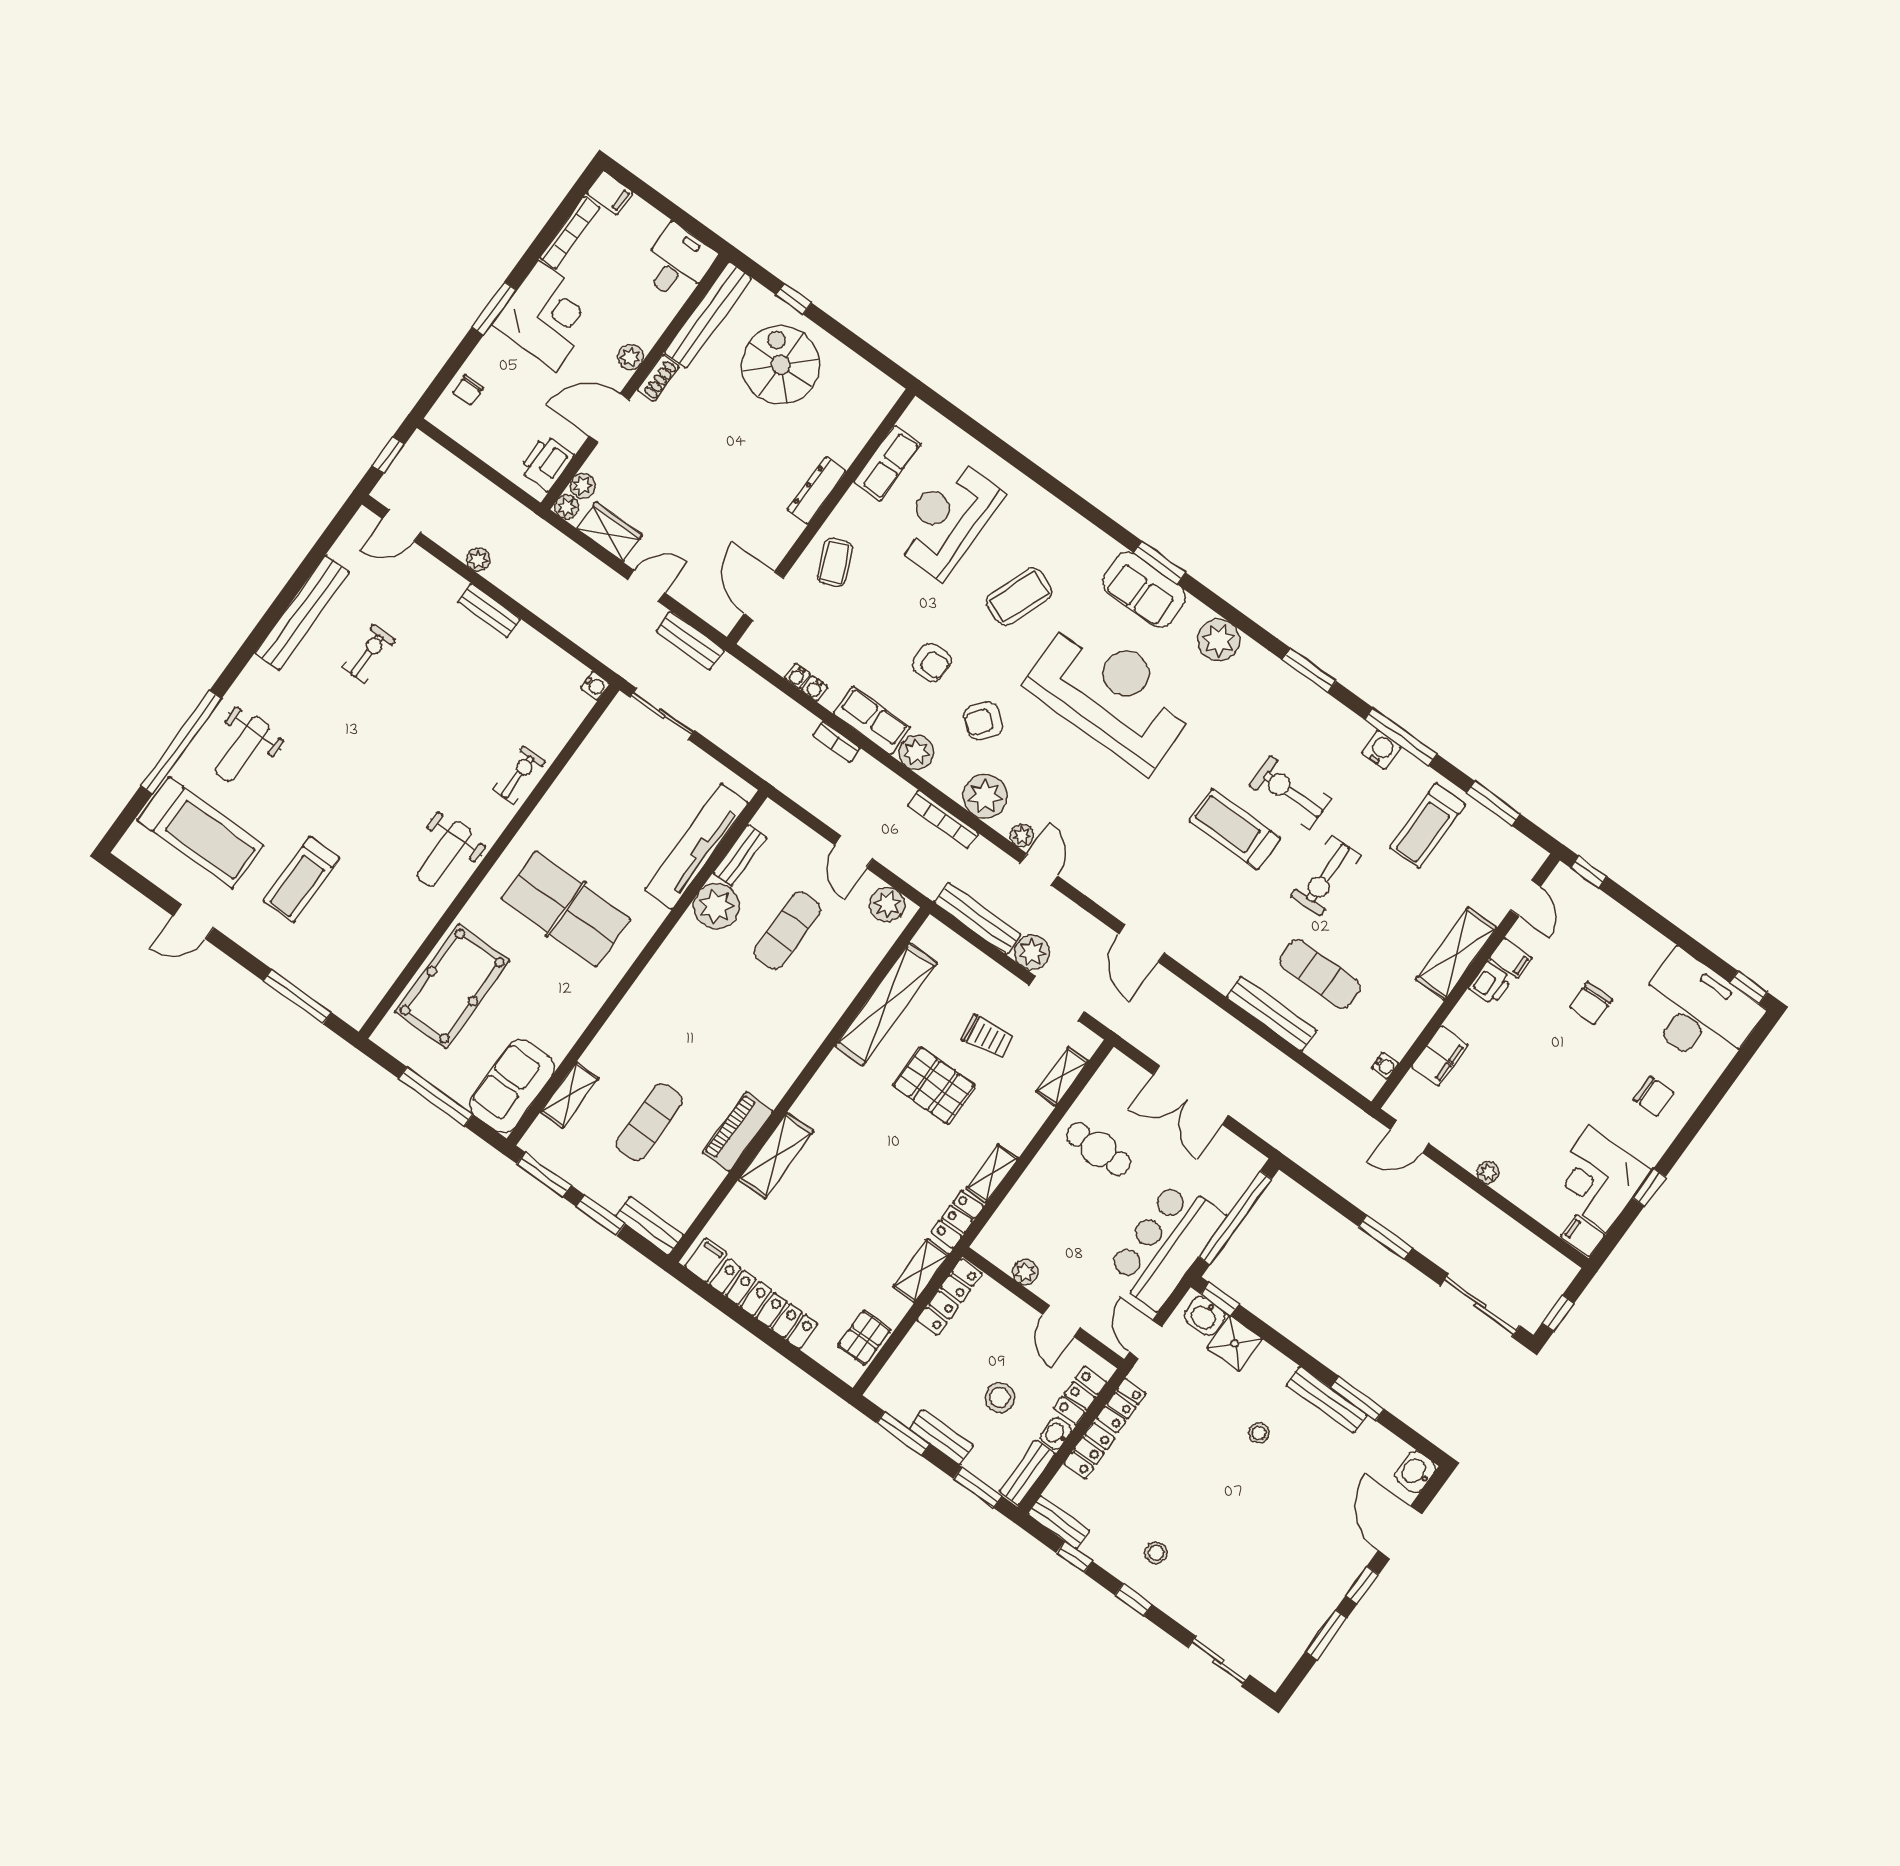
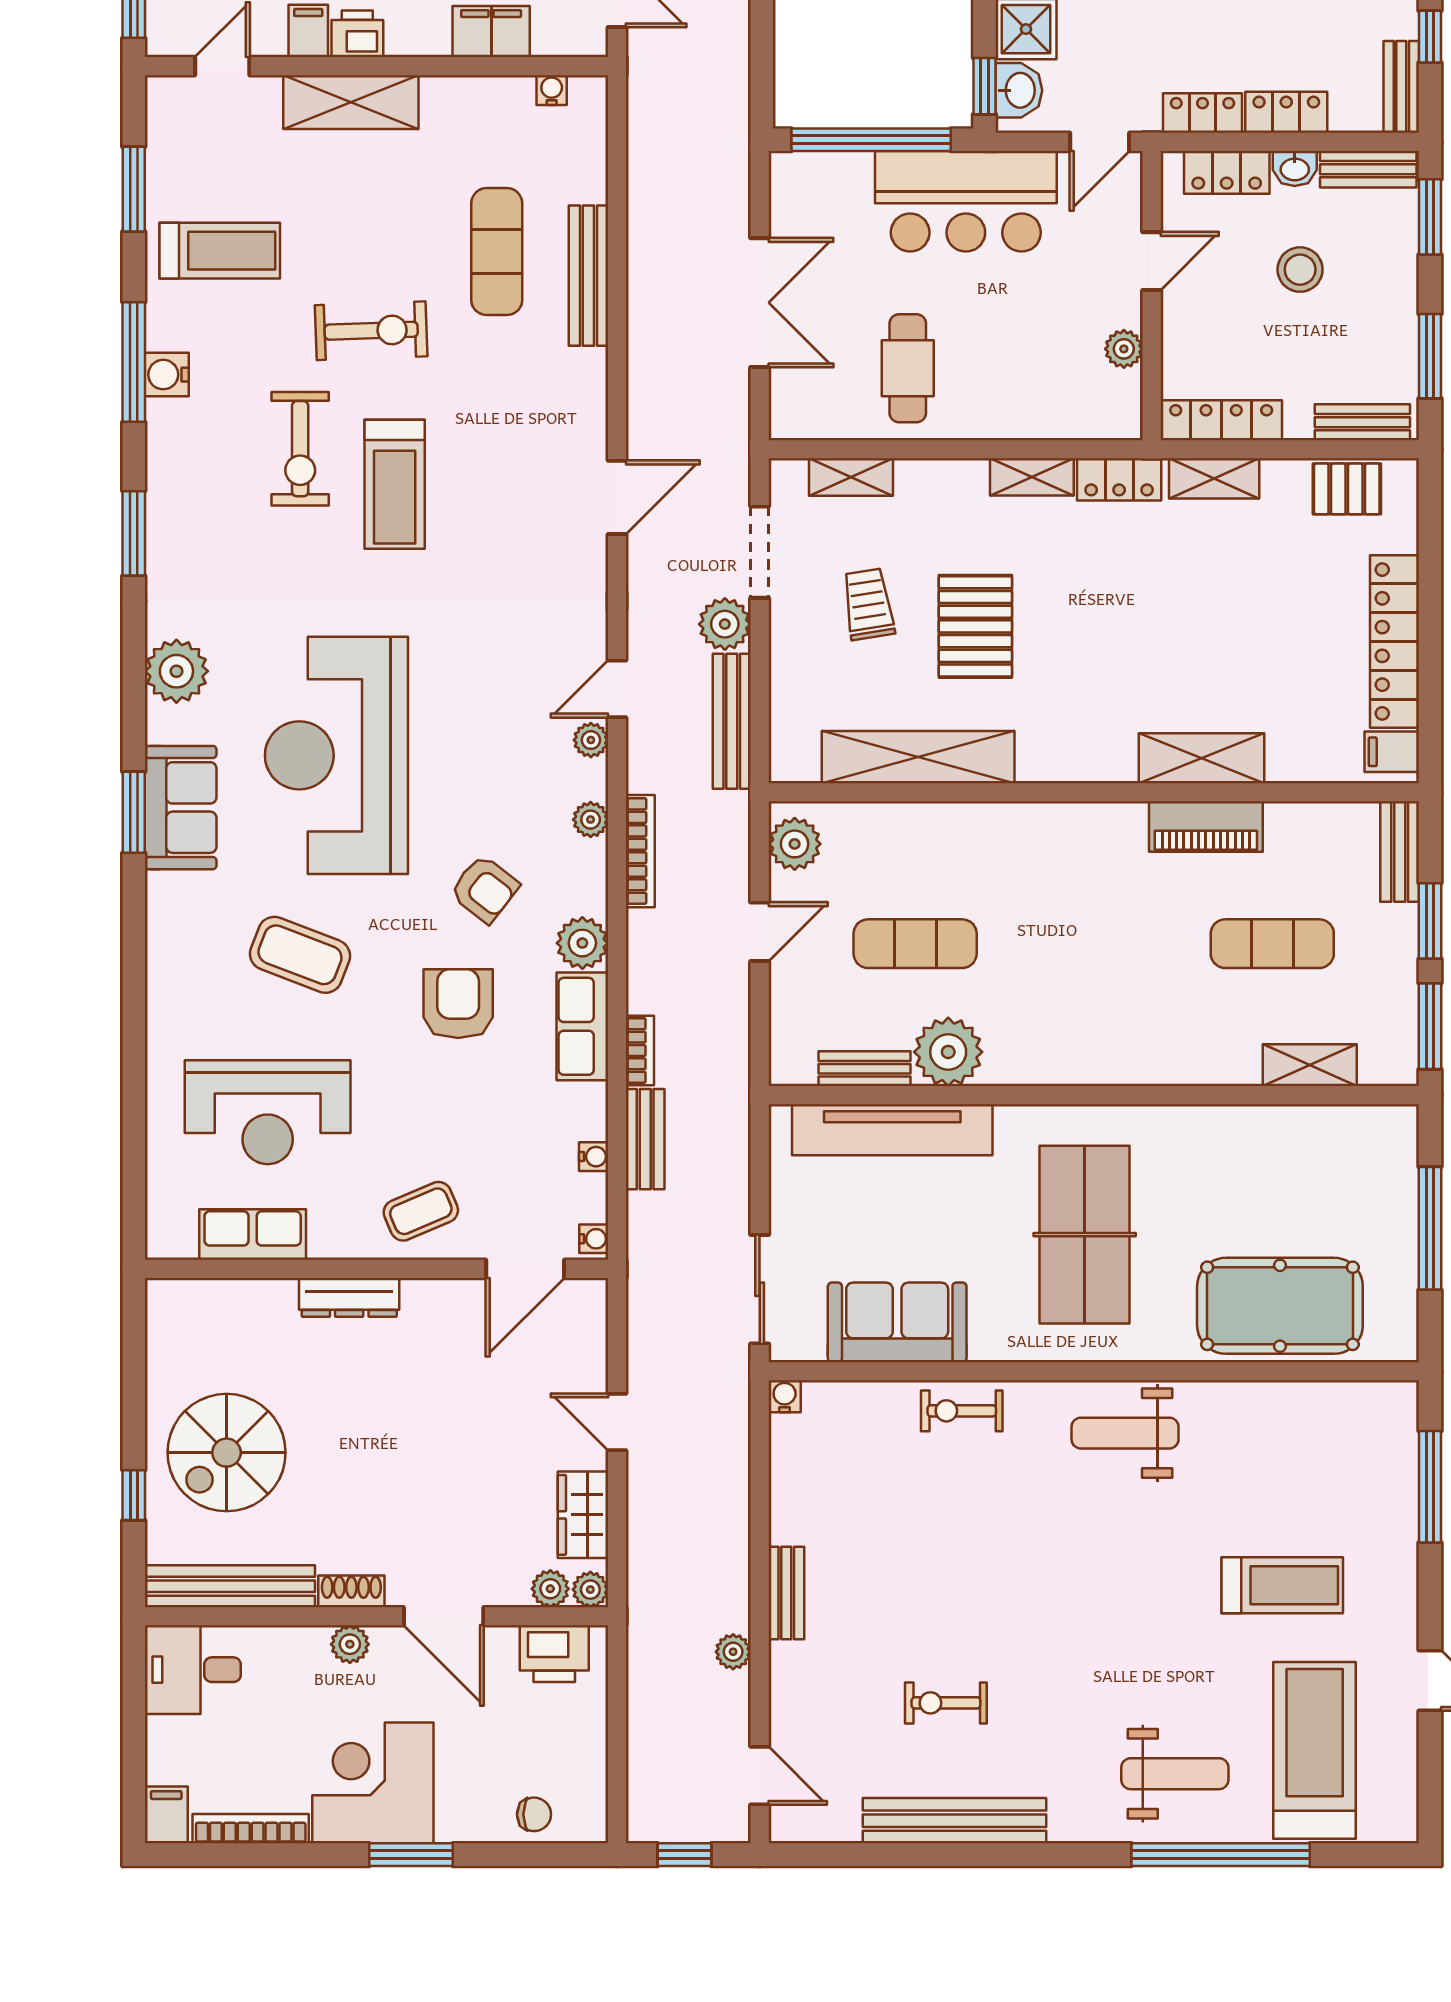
bench: (690, 641) -> (645, 1139), moved
armchair: (932, 663) -> (458, 1004), width x1.38, depth x1.38
water cooler: (815, 689) -> (594, 1239), moved
plant: (985, 796) -> (591, 820), width x0.53, depth x0.53
weight bench: (444, 854) -> (1125, 1433), turned 180
sofa: (512, 1086) -> (897, 1322), moved, turned 180
bench: (941, 1437) -> (1362, 422), moved, turned 90

